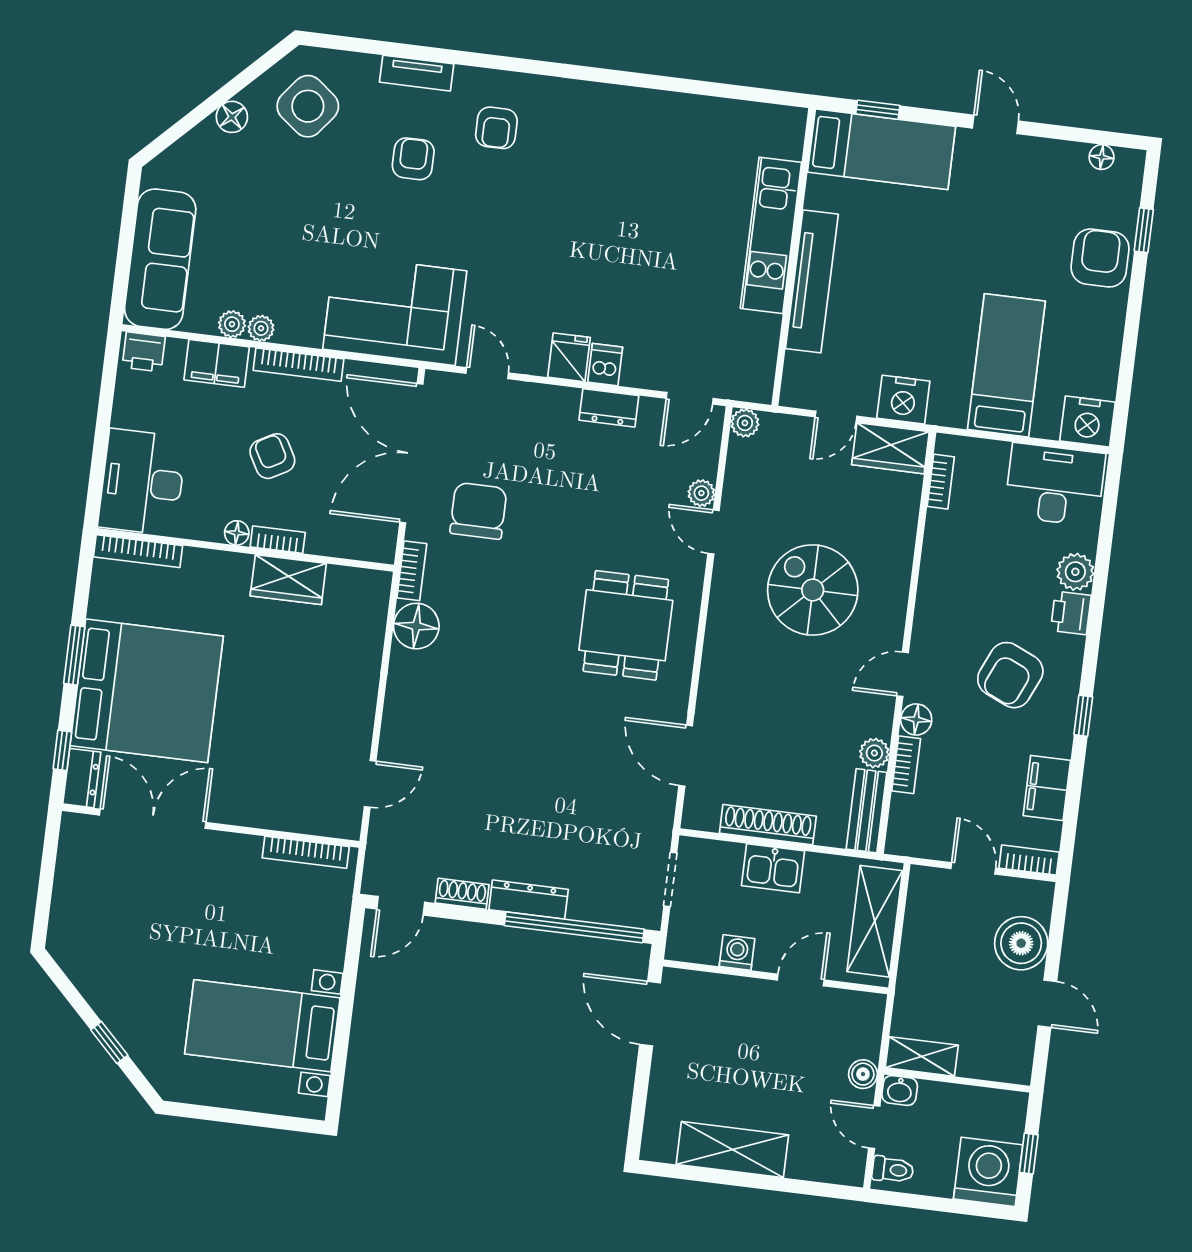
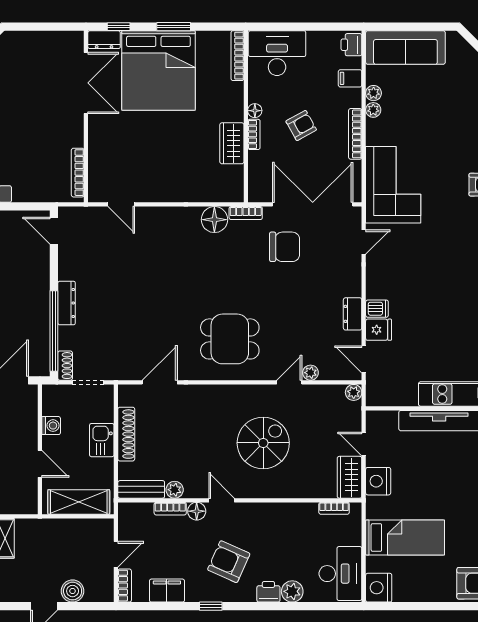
fridge: (569, 357) -> (379, 330), moved
filing cabinet: (217, 363) -> (350, 78), width x0.50
shoe rack: (462, 894) -> (65, 366), moved
boiler: (1021, 943) -> (73, 591), width x0.73, depth x0.73

